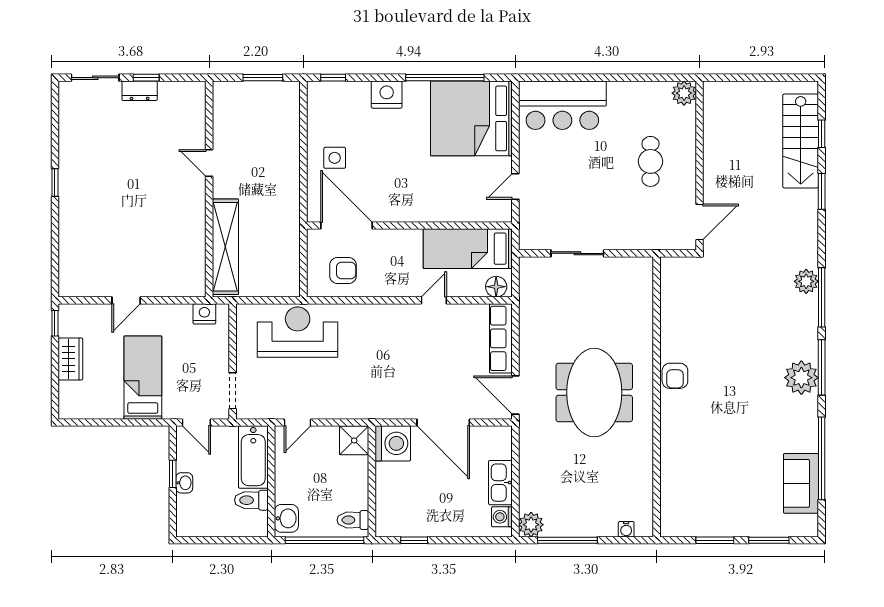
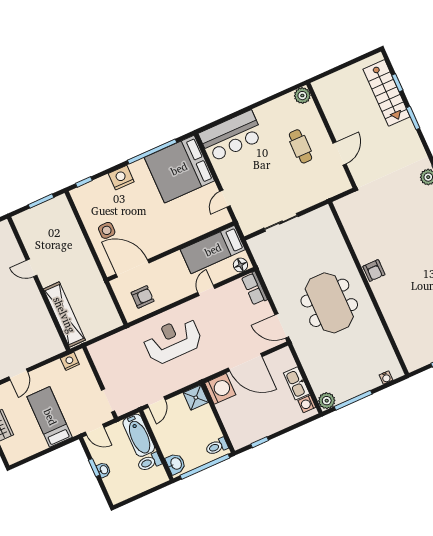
door: (700, 222) -> (340, 154), moved
reception desk: (298, 332) -> (173, 340), moved
row of seats: (501, 338) -> (254, 288), width x0.68

